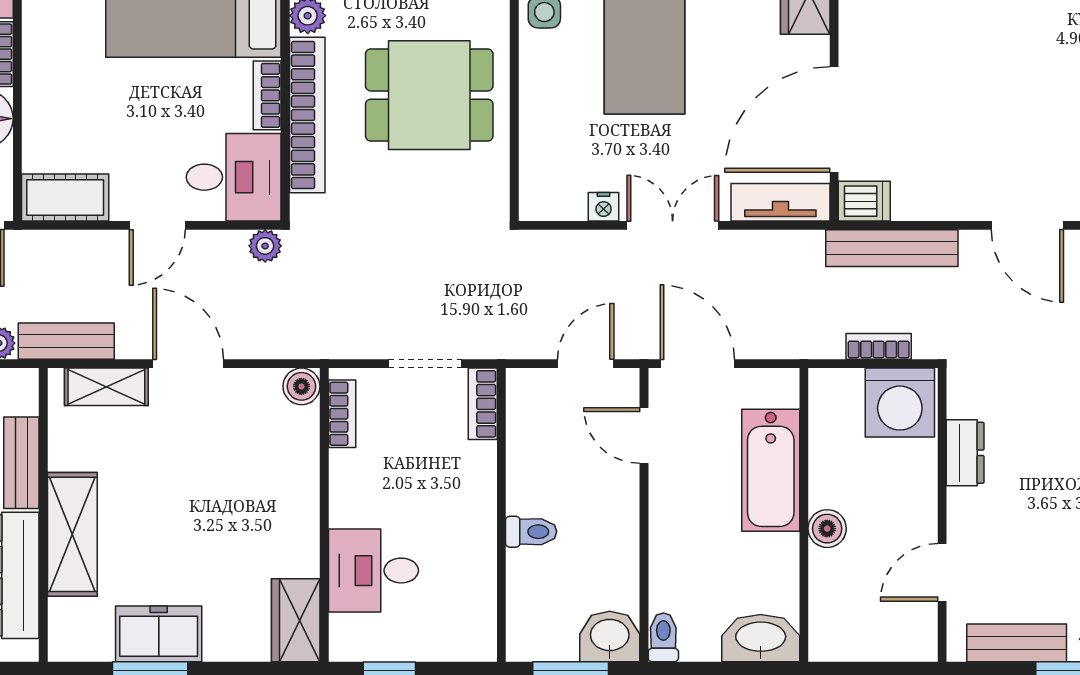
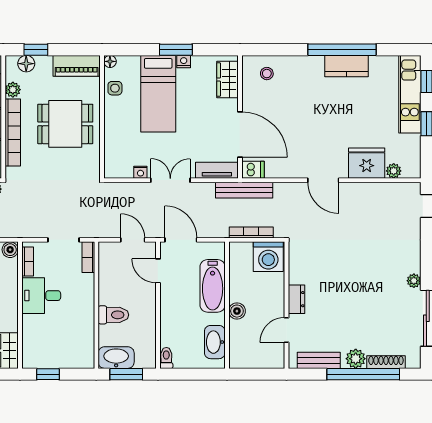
door: (834, 120) -> (240, 135), swing flipped
bench: (892, 248) -> (244, 190), moved
bookcase: (879, 346) -> (251, 232), width x1.56
door: (586, 364) -> (133, 240), hinge flipped
dresser: (965, 453) -> (296, 299), moved
toilet: (531, 532) -> (113, 315), width x1.37, depth x1.39
desk: (373, 571) -> (41, 296), moved
washbasin: (610, 637) -> (116, 358), moved, width x1.38
washbasin: (761, 638) -> (215, 342), moved, turned -90

